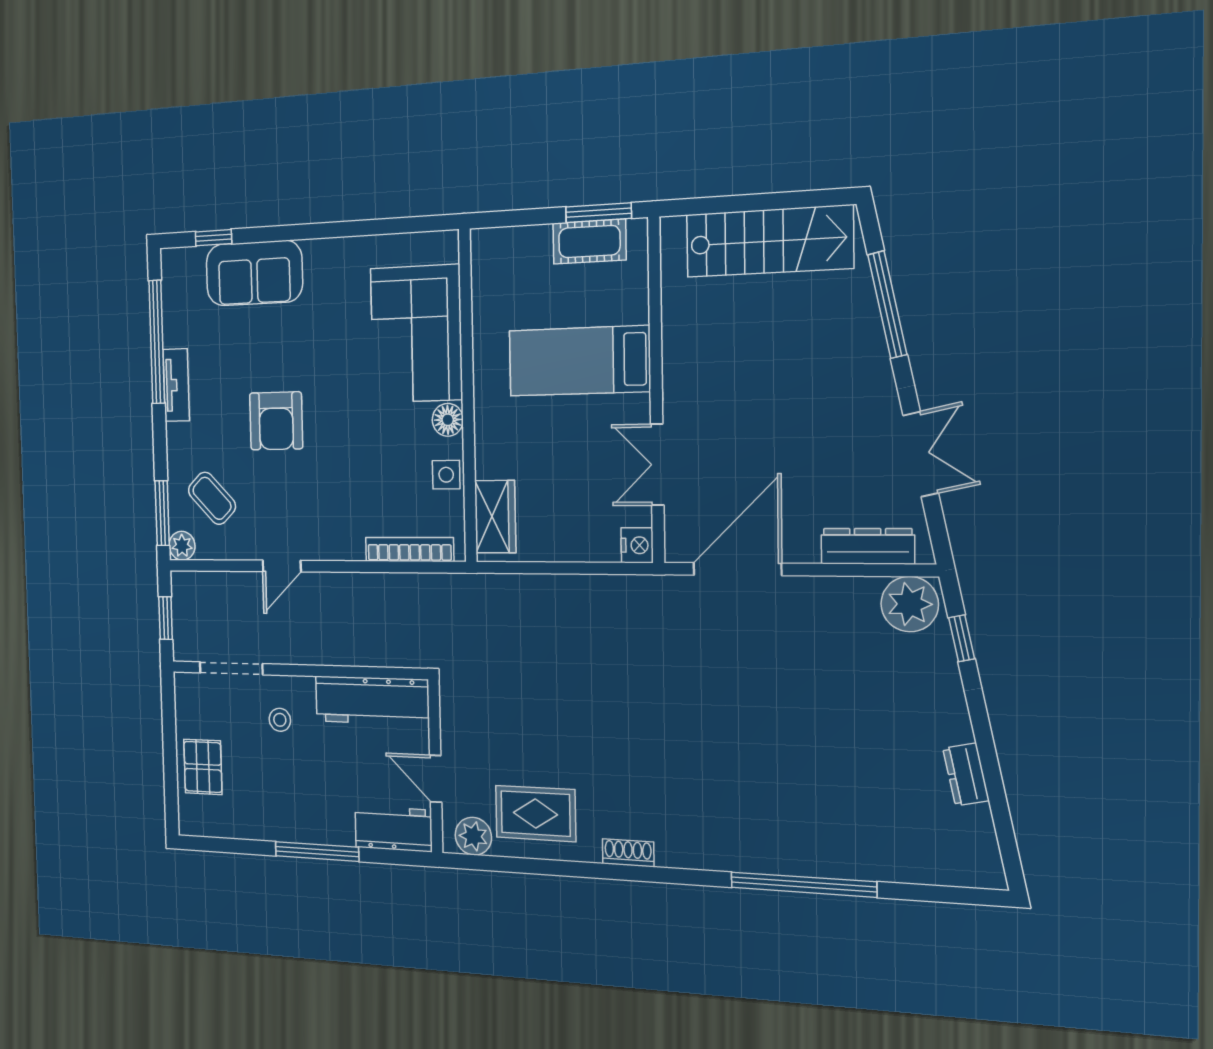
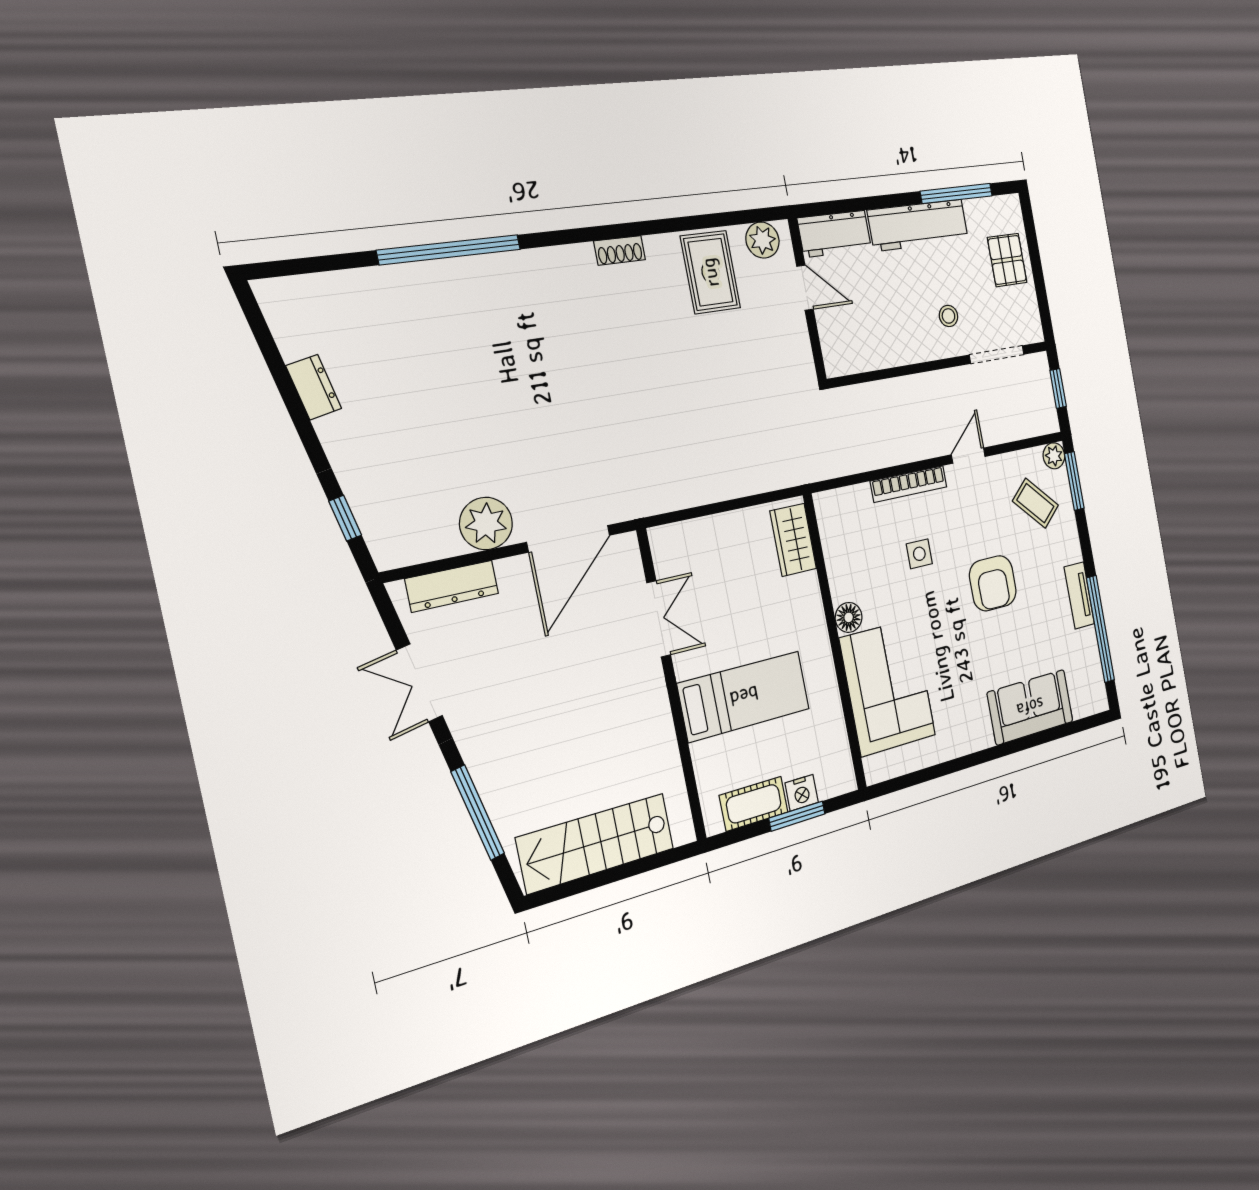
window: (599, 213) -> (797, 816), moved
window: (213, 238) -> (1068, 729), removed
armchair: (276, 421) -> (993, 583), turned 180
side table: (446, 475) -> (919, 554), moved
nightstand: (637, 545) -> (802, 793), moved, turned -90
bookcase: (409, 549) -> (909, 484), moved
plant: (910, 604) -> (486, 523), moved
workbench: (372, 700) -> (918, 225), moved, turned 180
rug: (536, 814) -> (710, 272), turned 90
window: (317, 852) -> (956, 193), moved

